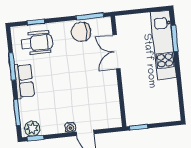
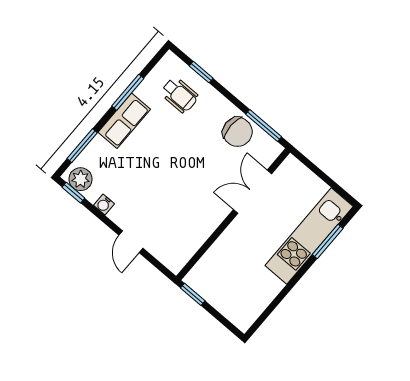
chair: (81, 32) -> (237, 132), turned 180
wheelchair: (37, 43) -> (179, 95), width x0.73, depth x0.73
water cooler: (70, 127) -> (104, 204), moved

